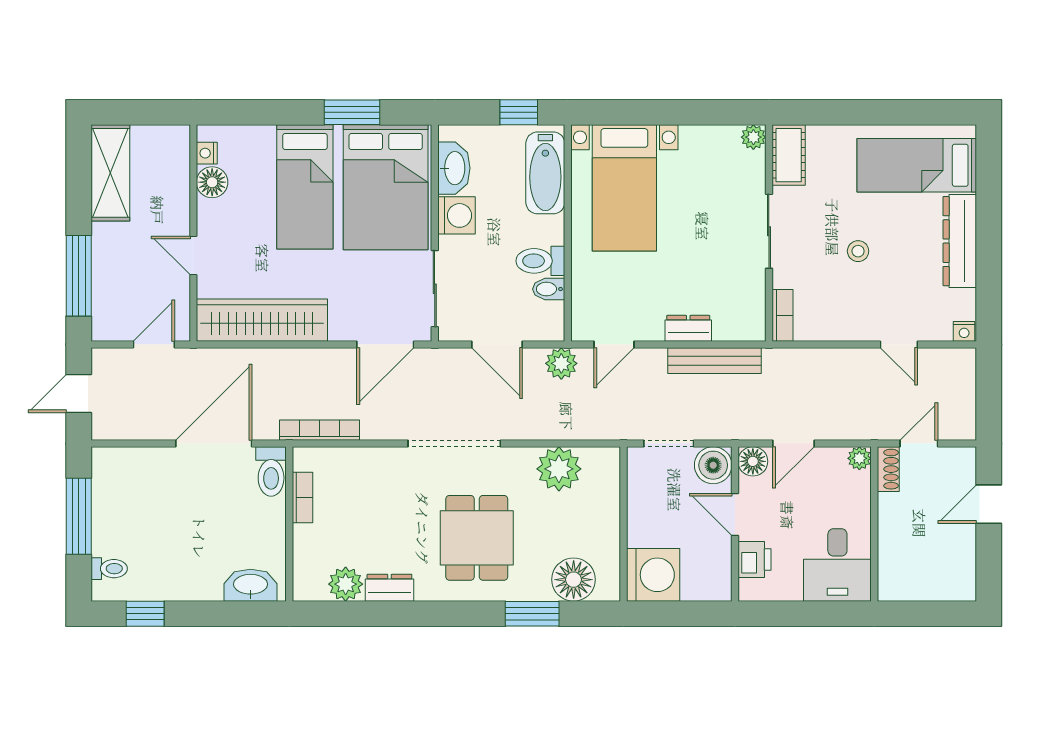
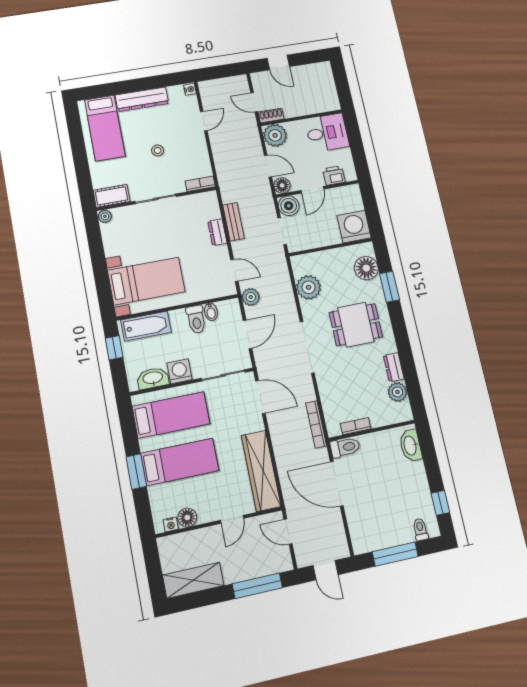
window: (352, 112) -> (136, 472), moved
bed: (386, 187) -> (171, 415), width x0.67
bench: (714, 361) -> (233, 222), width x0.73
plant: (859, 458) -> (275, 135), width x1.87, depth x1.87

